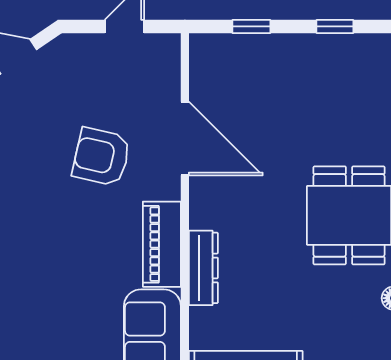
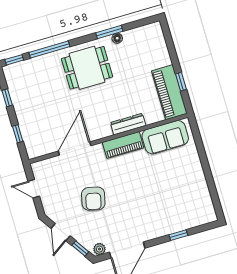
armchair: (101, 157) -> (93, 199), moved

